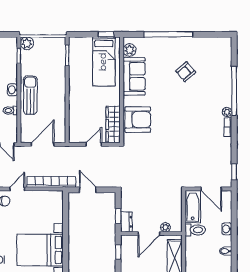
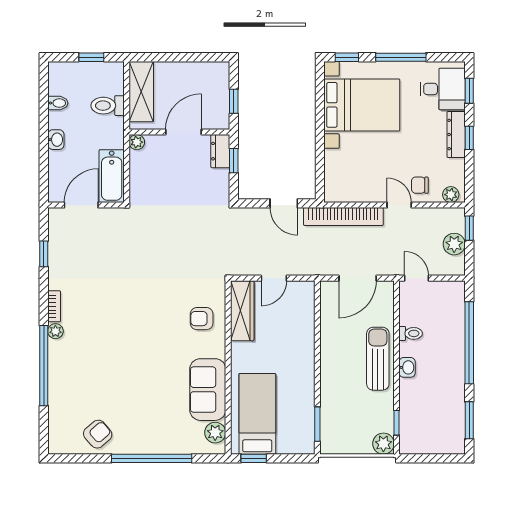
armchair: (186, 72) -> (98, 434), moved
sun lounger: (30, 95) -> (378, 359), turned 180
armchair: (138, 120) -> (202, 319), width x0.53, depth x0.53
window: (234, 172) -> (44, 254), moved
door: (17, 189) -> (399, 205), swing flipped
door: (211, 189) -> (81, 205), hinge flipped
plant: (165, 227) -> (137, 142), moved
toilet: (195, 230) -> (108, 106), moved

